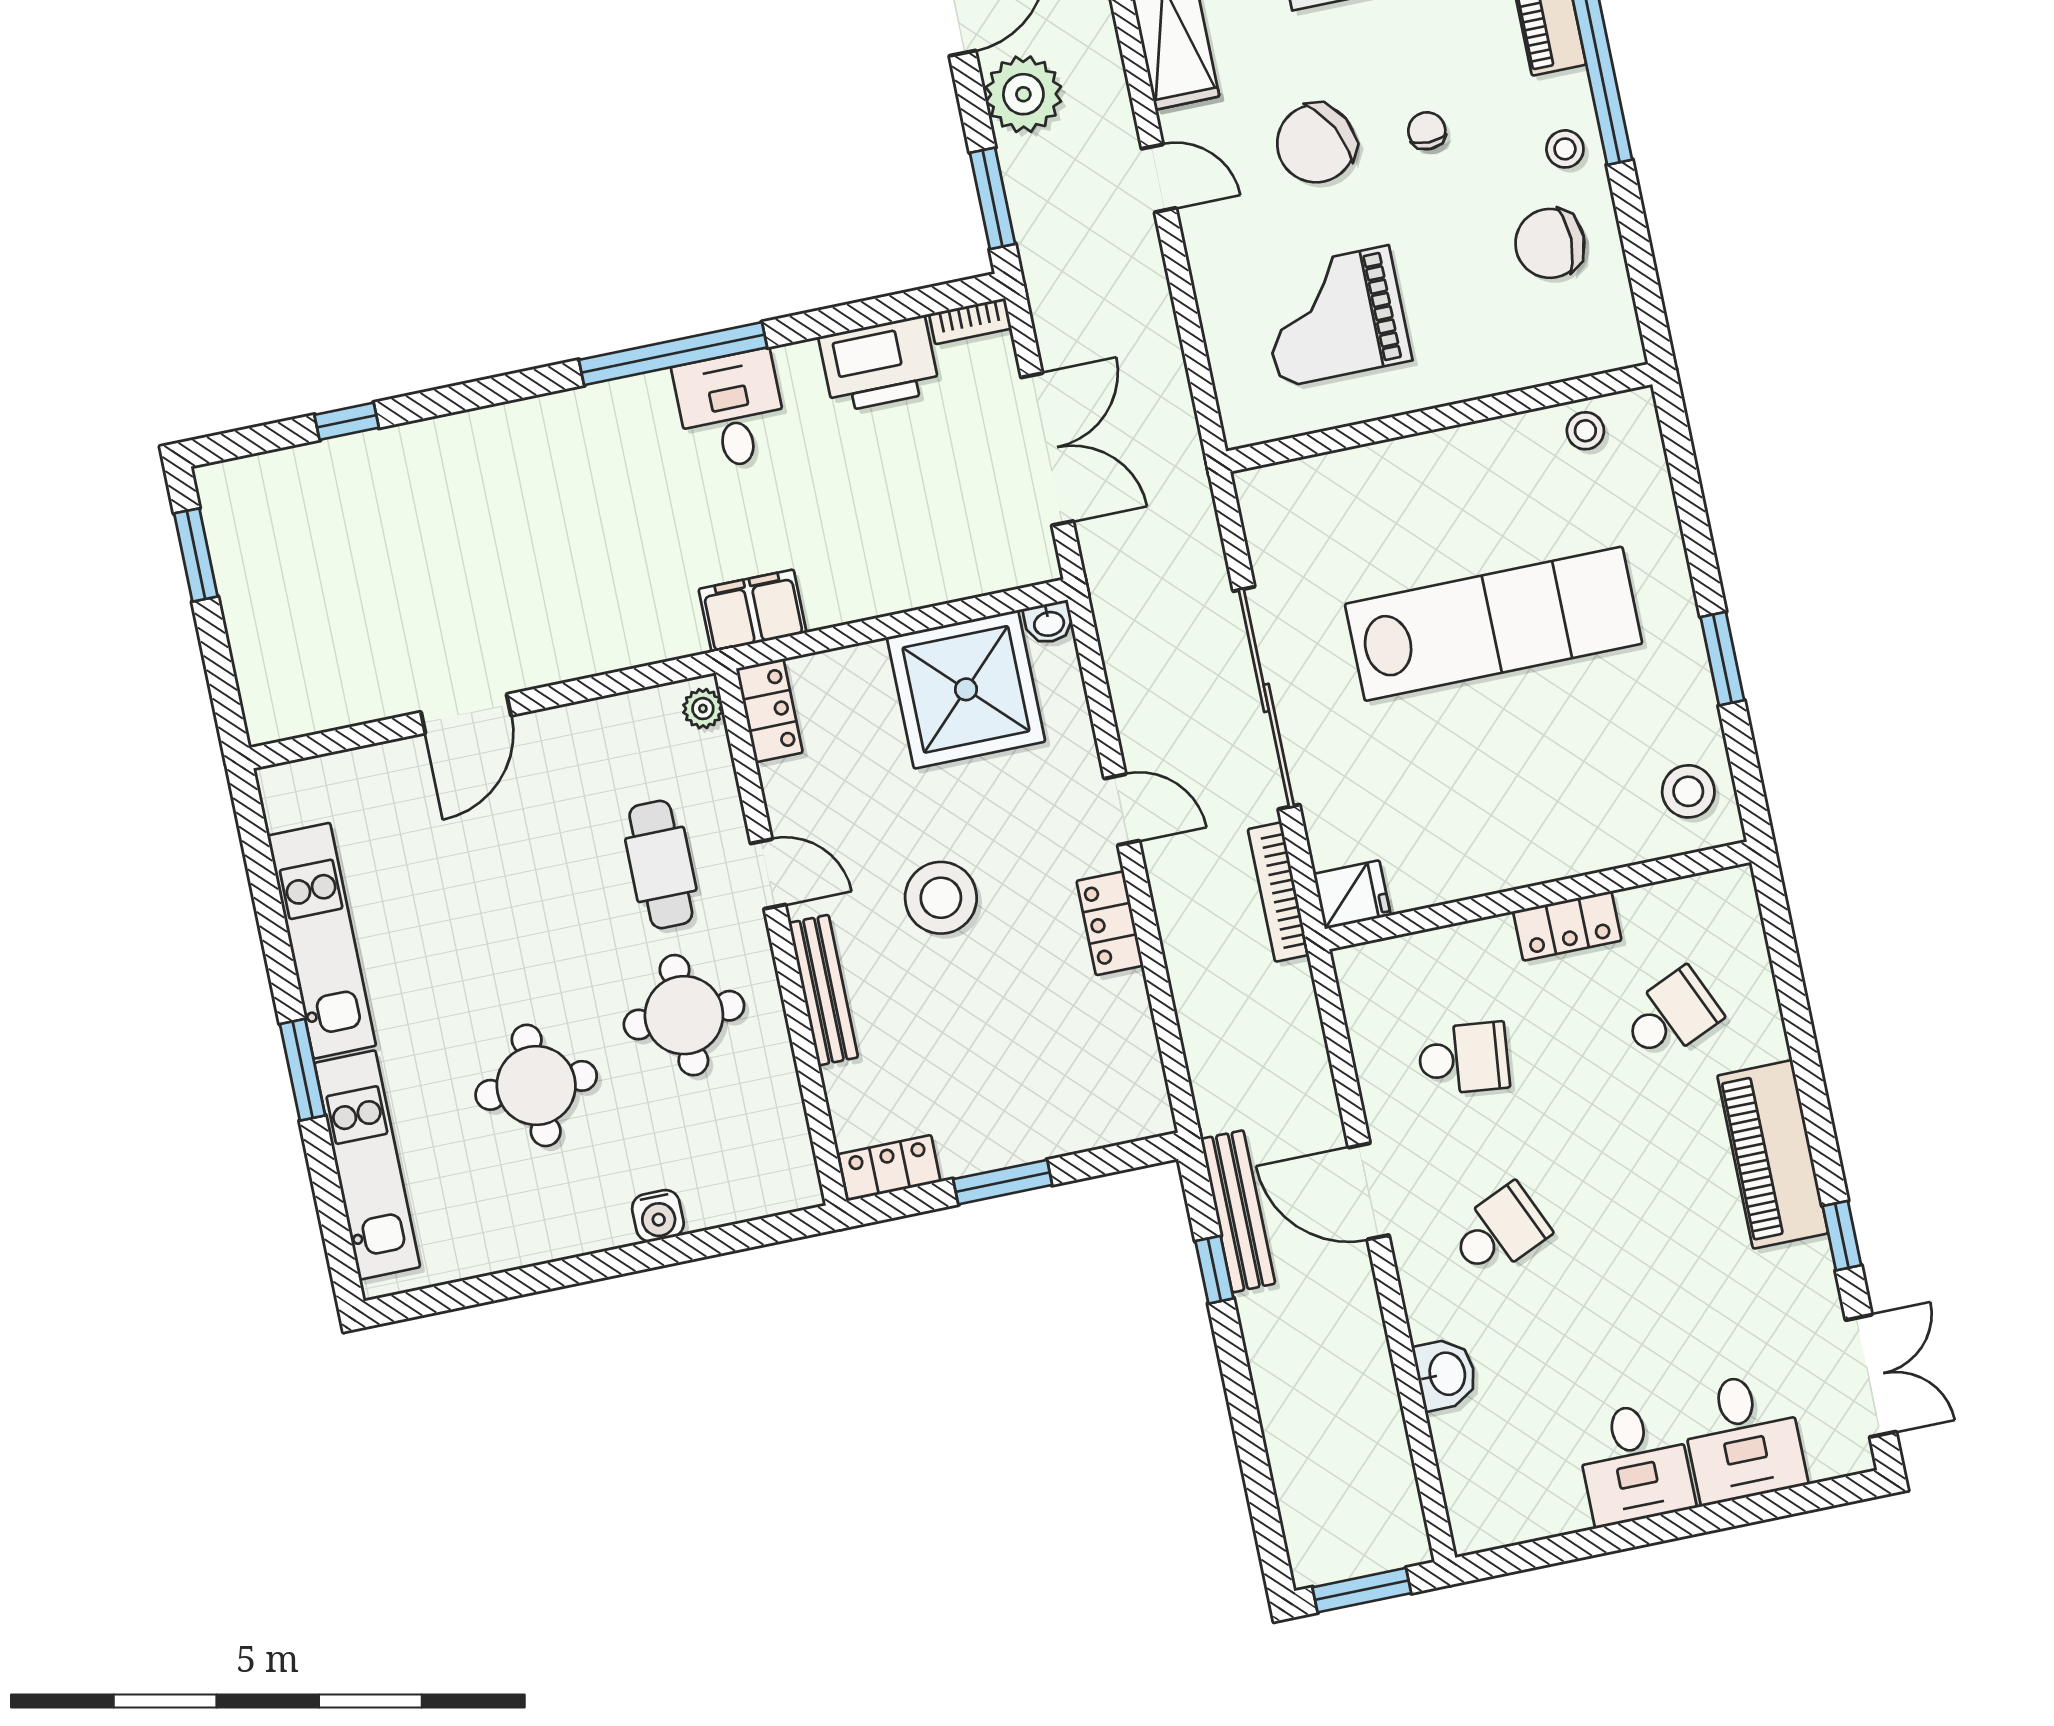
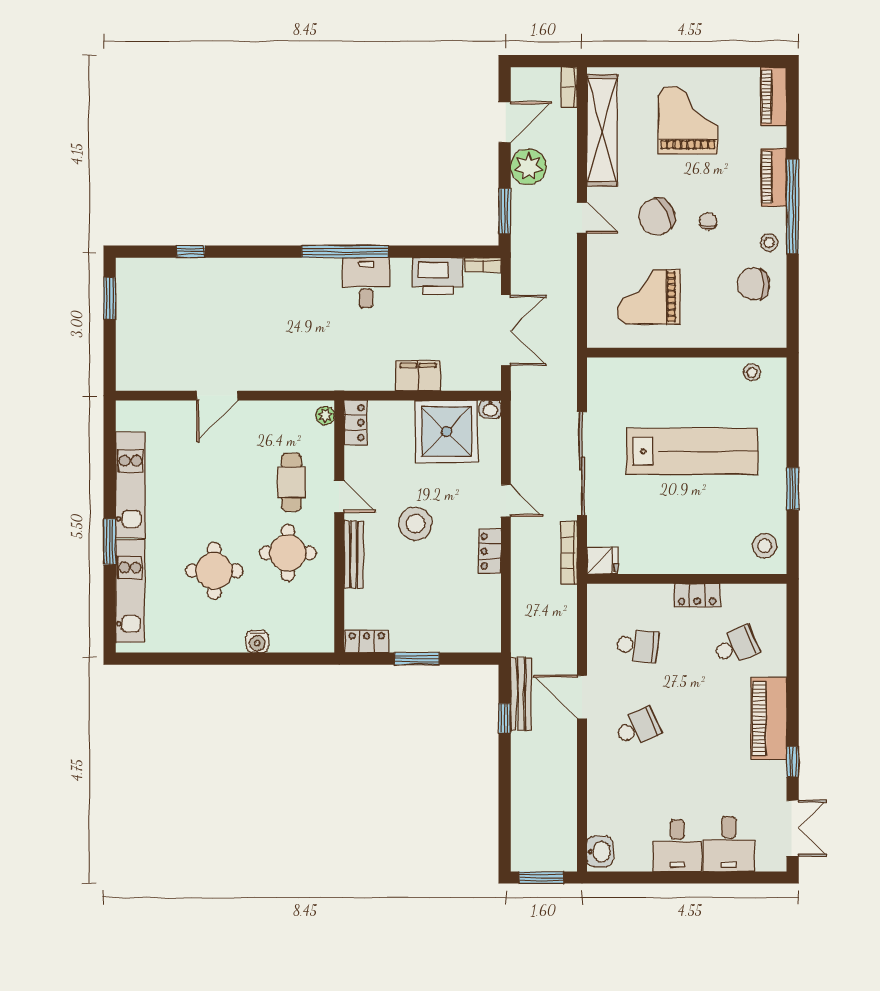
filing cabinet: (753, 611) -> (418, 376), moved
washbasin: (1446, 1374) -> (600, 852), moved

